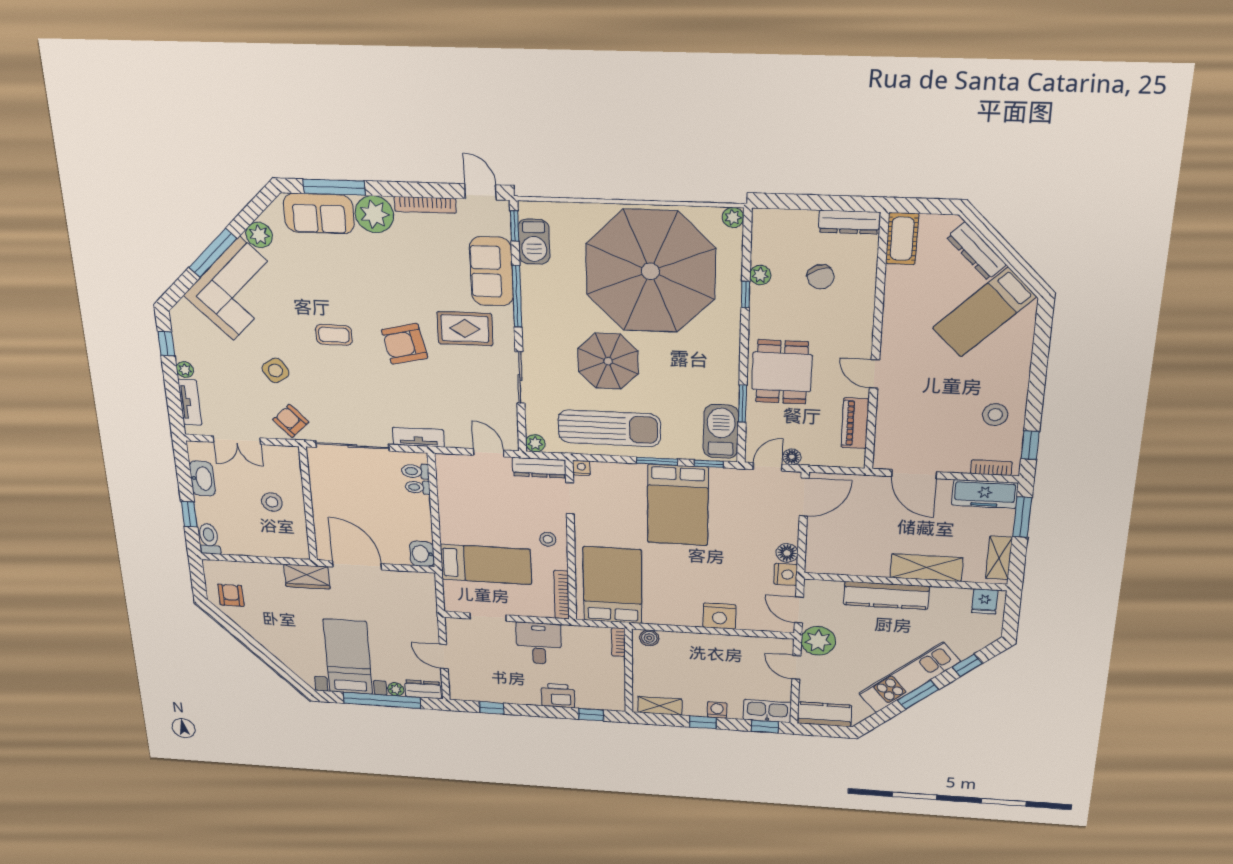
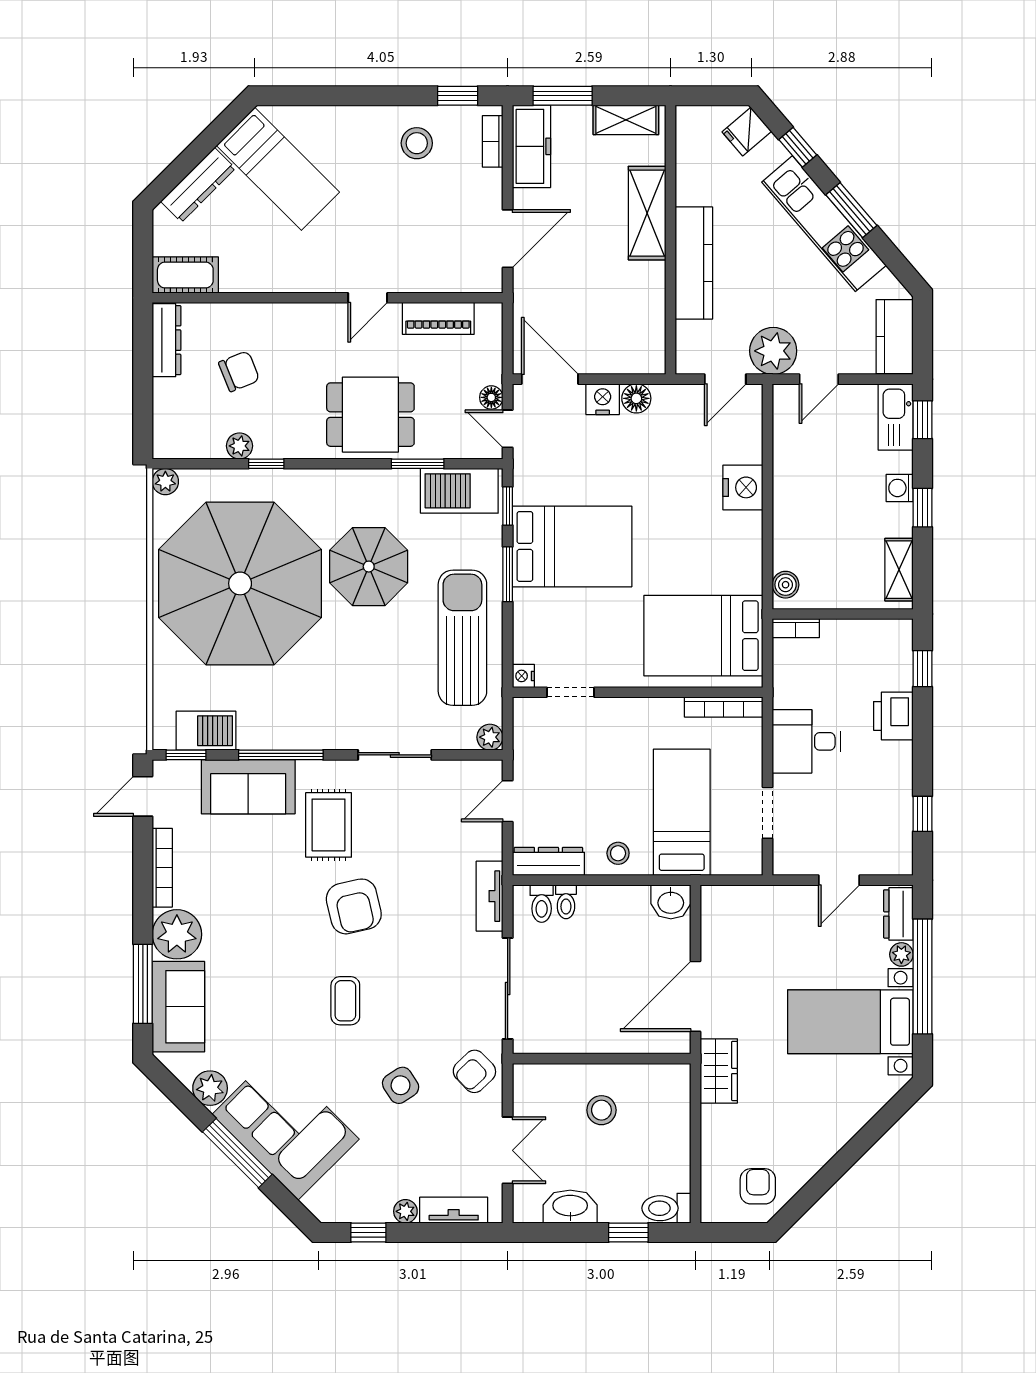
parasol: (608, 361) -> (369, 567), moved
dresser: (539, 468) -> (548, 861), moved, turned -90
stool: (548, 539) -> (618, 853), moved
nightstand: (786, 574) -> (603, 399), moved
armchair: (231, 595) -> (758, 1186), turned 90
fridge: (985, 601) -> (747, 132), moved, turned 139

